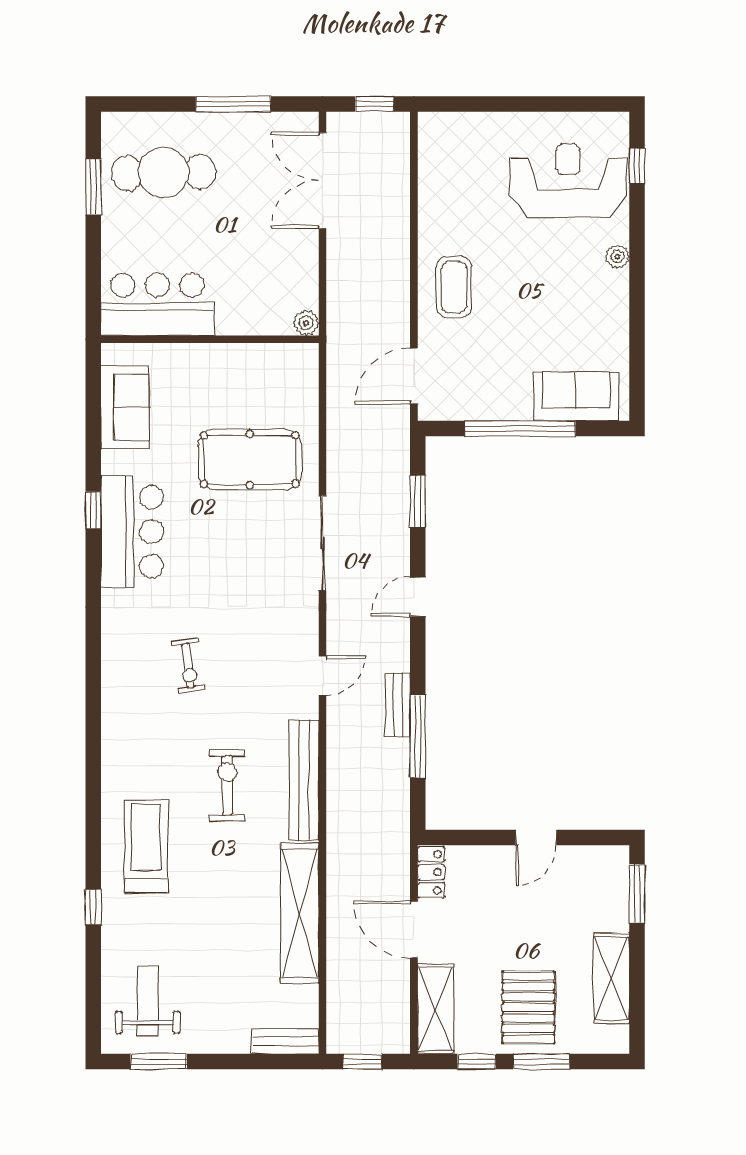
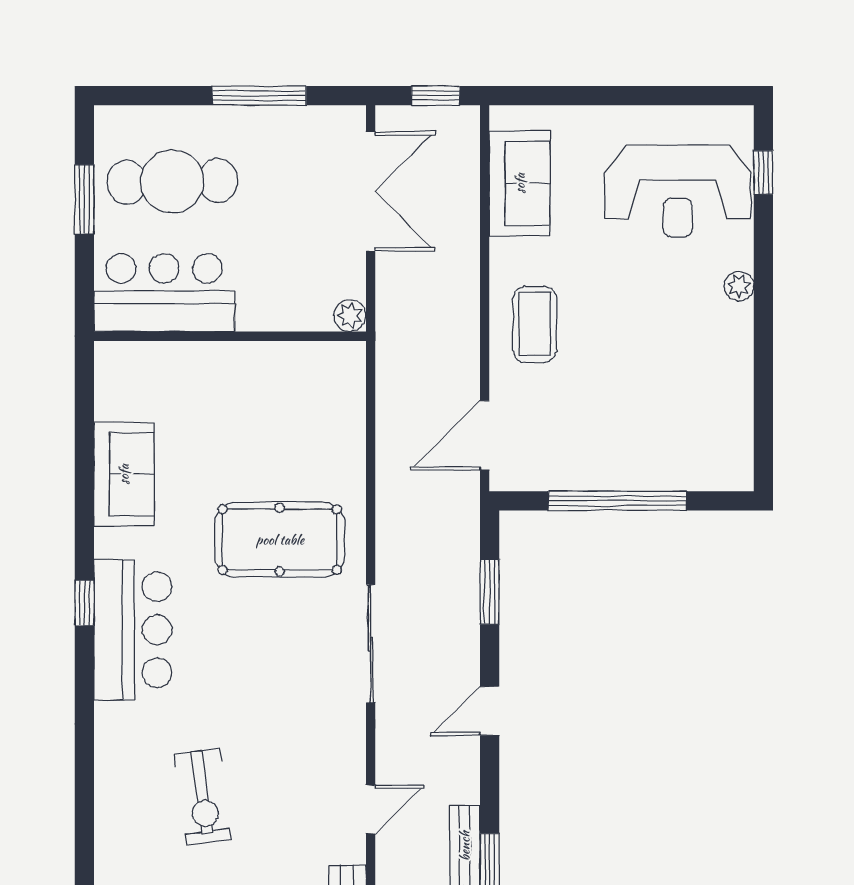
reception desk: (568, 180) -> (678, 191), turned 180
double door: (323, 181) -> (371, 191), swing flipped
bar counter: (157, 304) -> (164, 293), moved
plant: (306, 323) -> (350, 316), moved
wall: (210, 339) -> (230, 336), moved
sofa: (576, 396) -> (520, 183), moved, turned 90
exercise bike: (188, 666) -> (203, 797), width x1.38, depth x1.39

